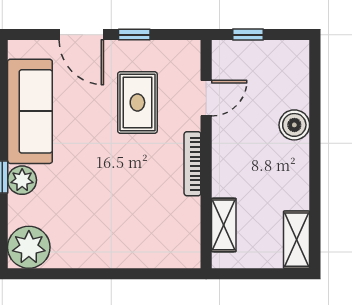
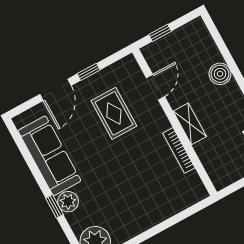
door: (81, 35) -> (55, 90), hinge flipped
bookcase: (192, 164) -> (179, 150), moved
shelving: (224, 225) -> (190, 124), moved

